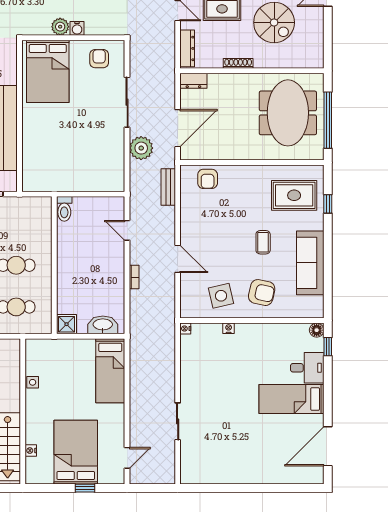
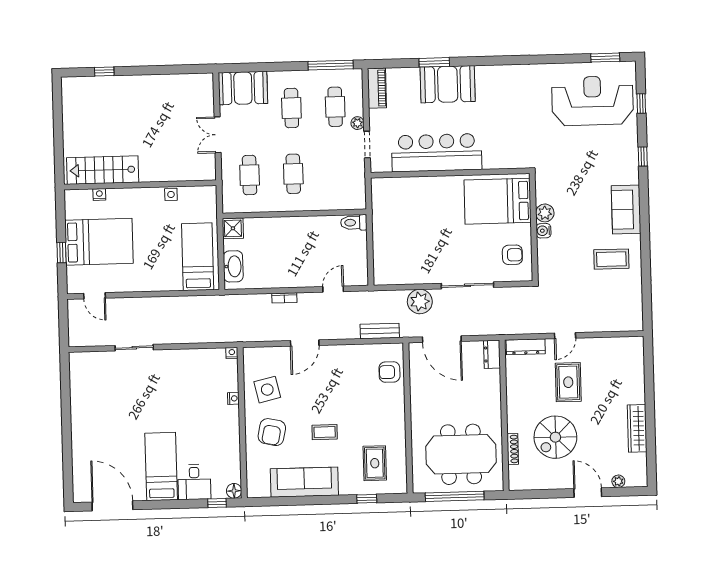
shoe rack: (238, 63) -> (513, 449), moved
rug: (294, 195) -> (375, 463), width x0.73, depth x0.70
bed: (110, 371) -> (198, 257), moved, turned 90

